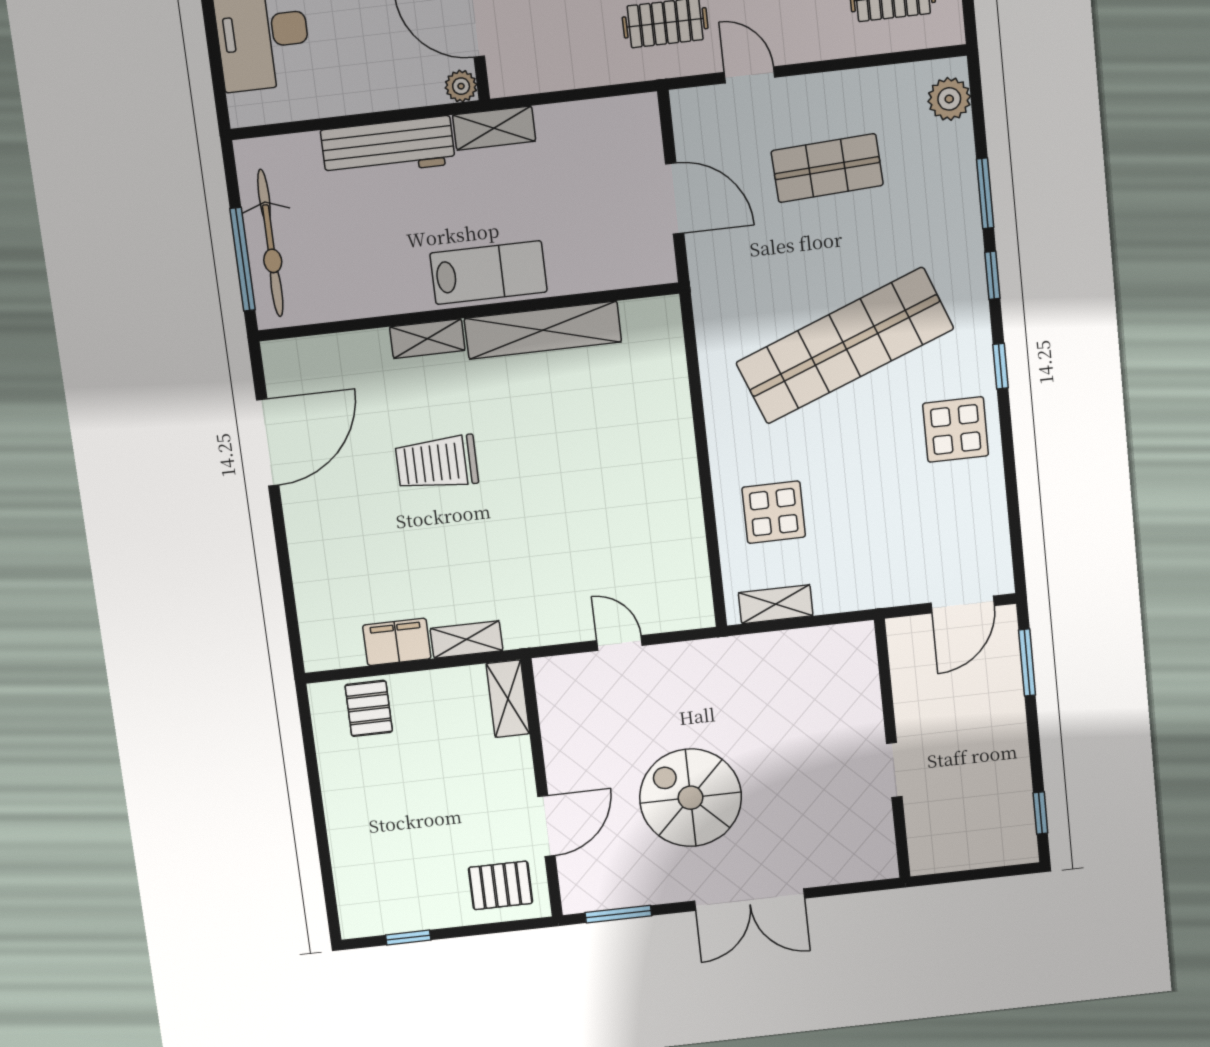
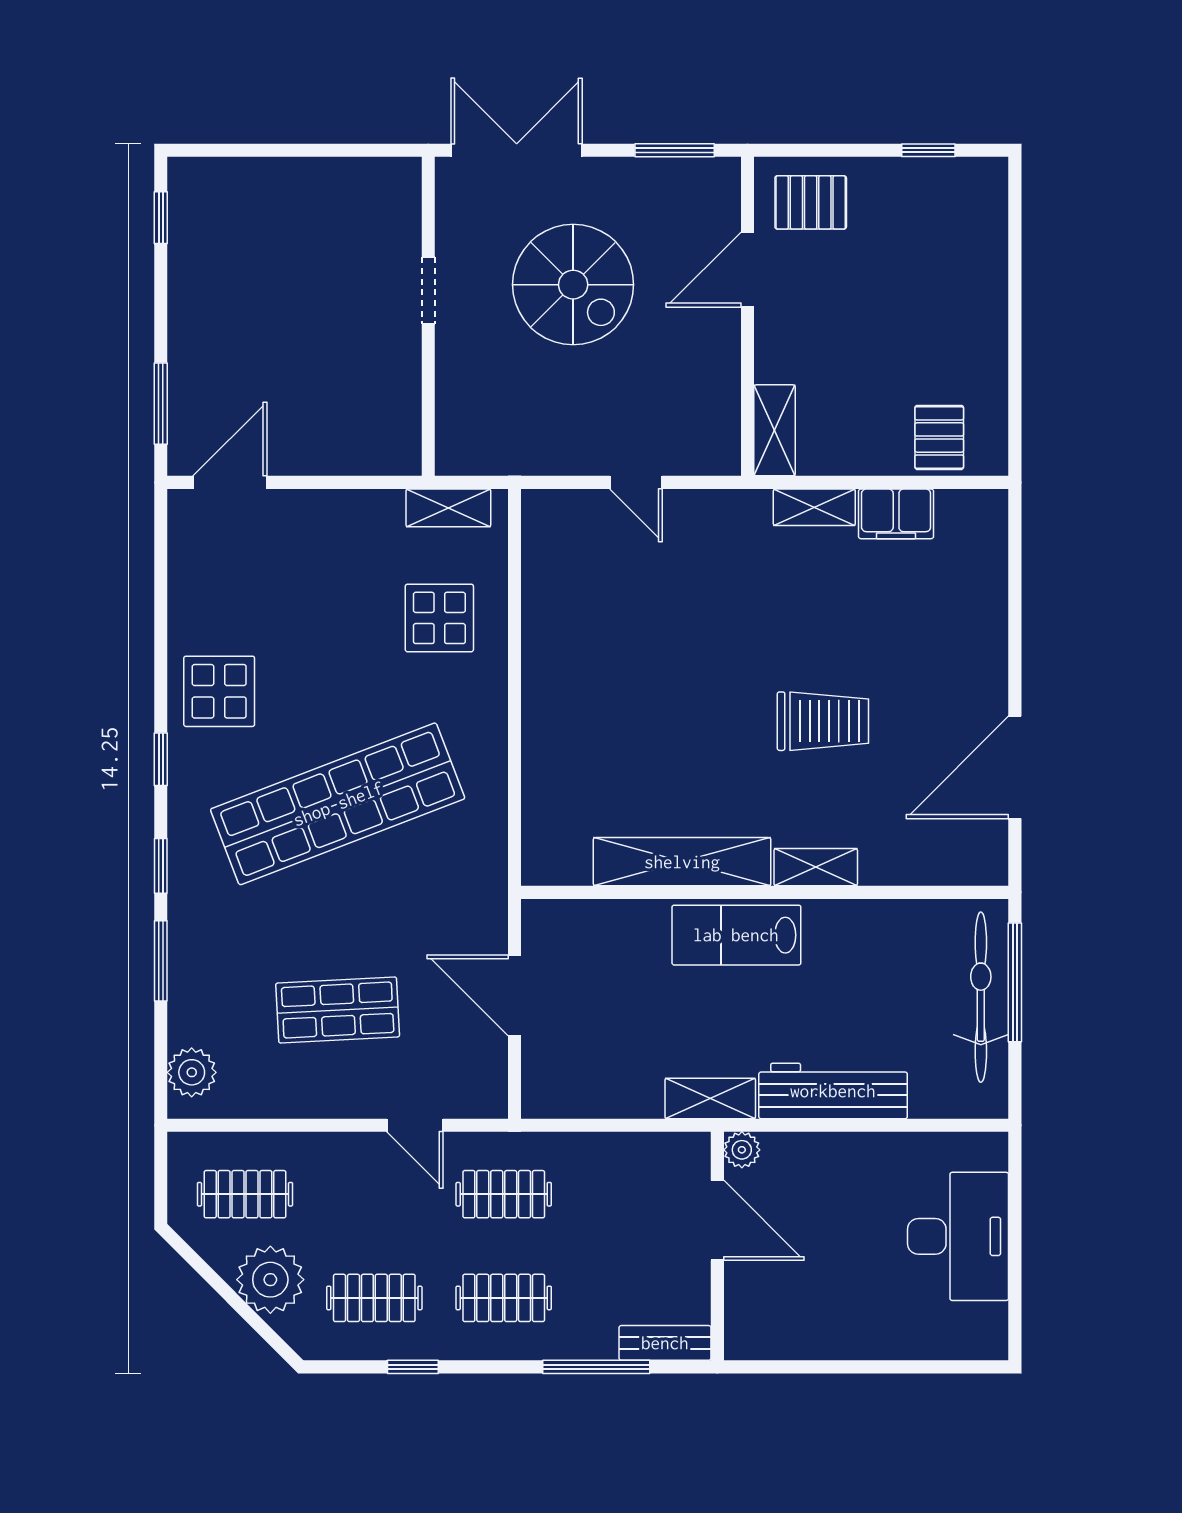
wall: (892, 749) -> (428, 316), moved
doorway: (894, 770) -> (428, 291), moved

